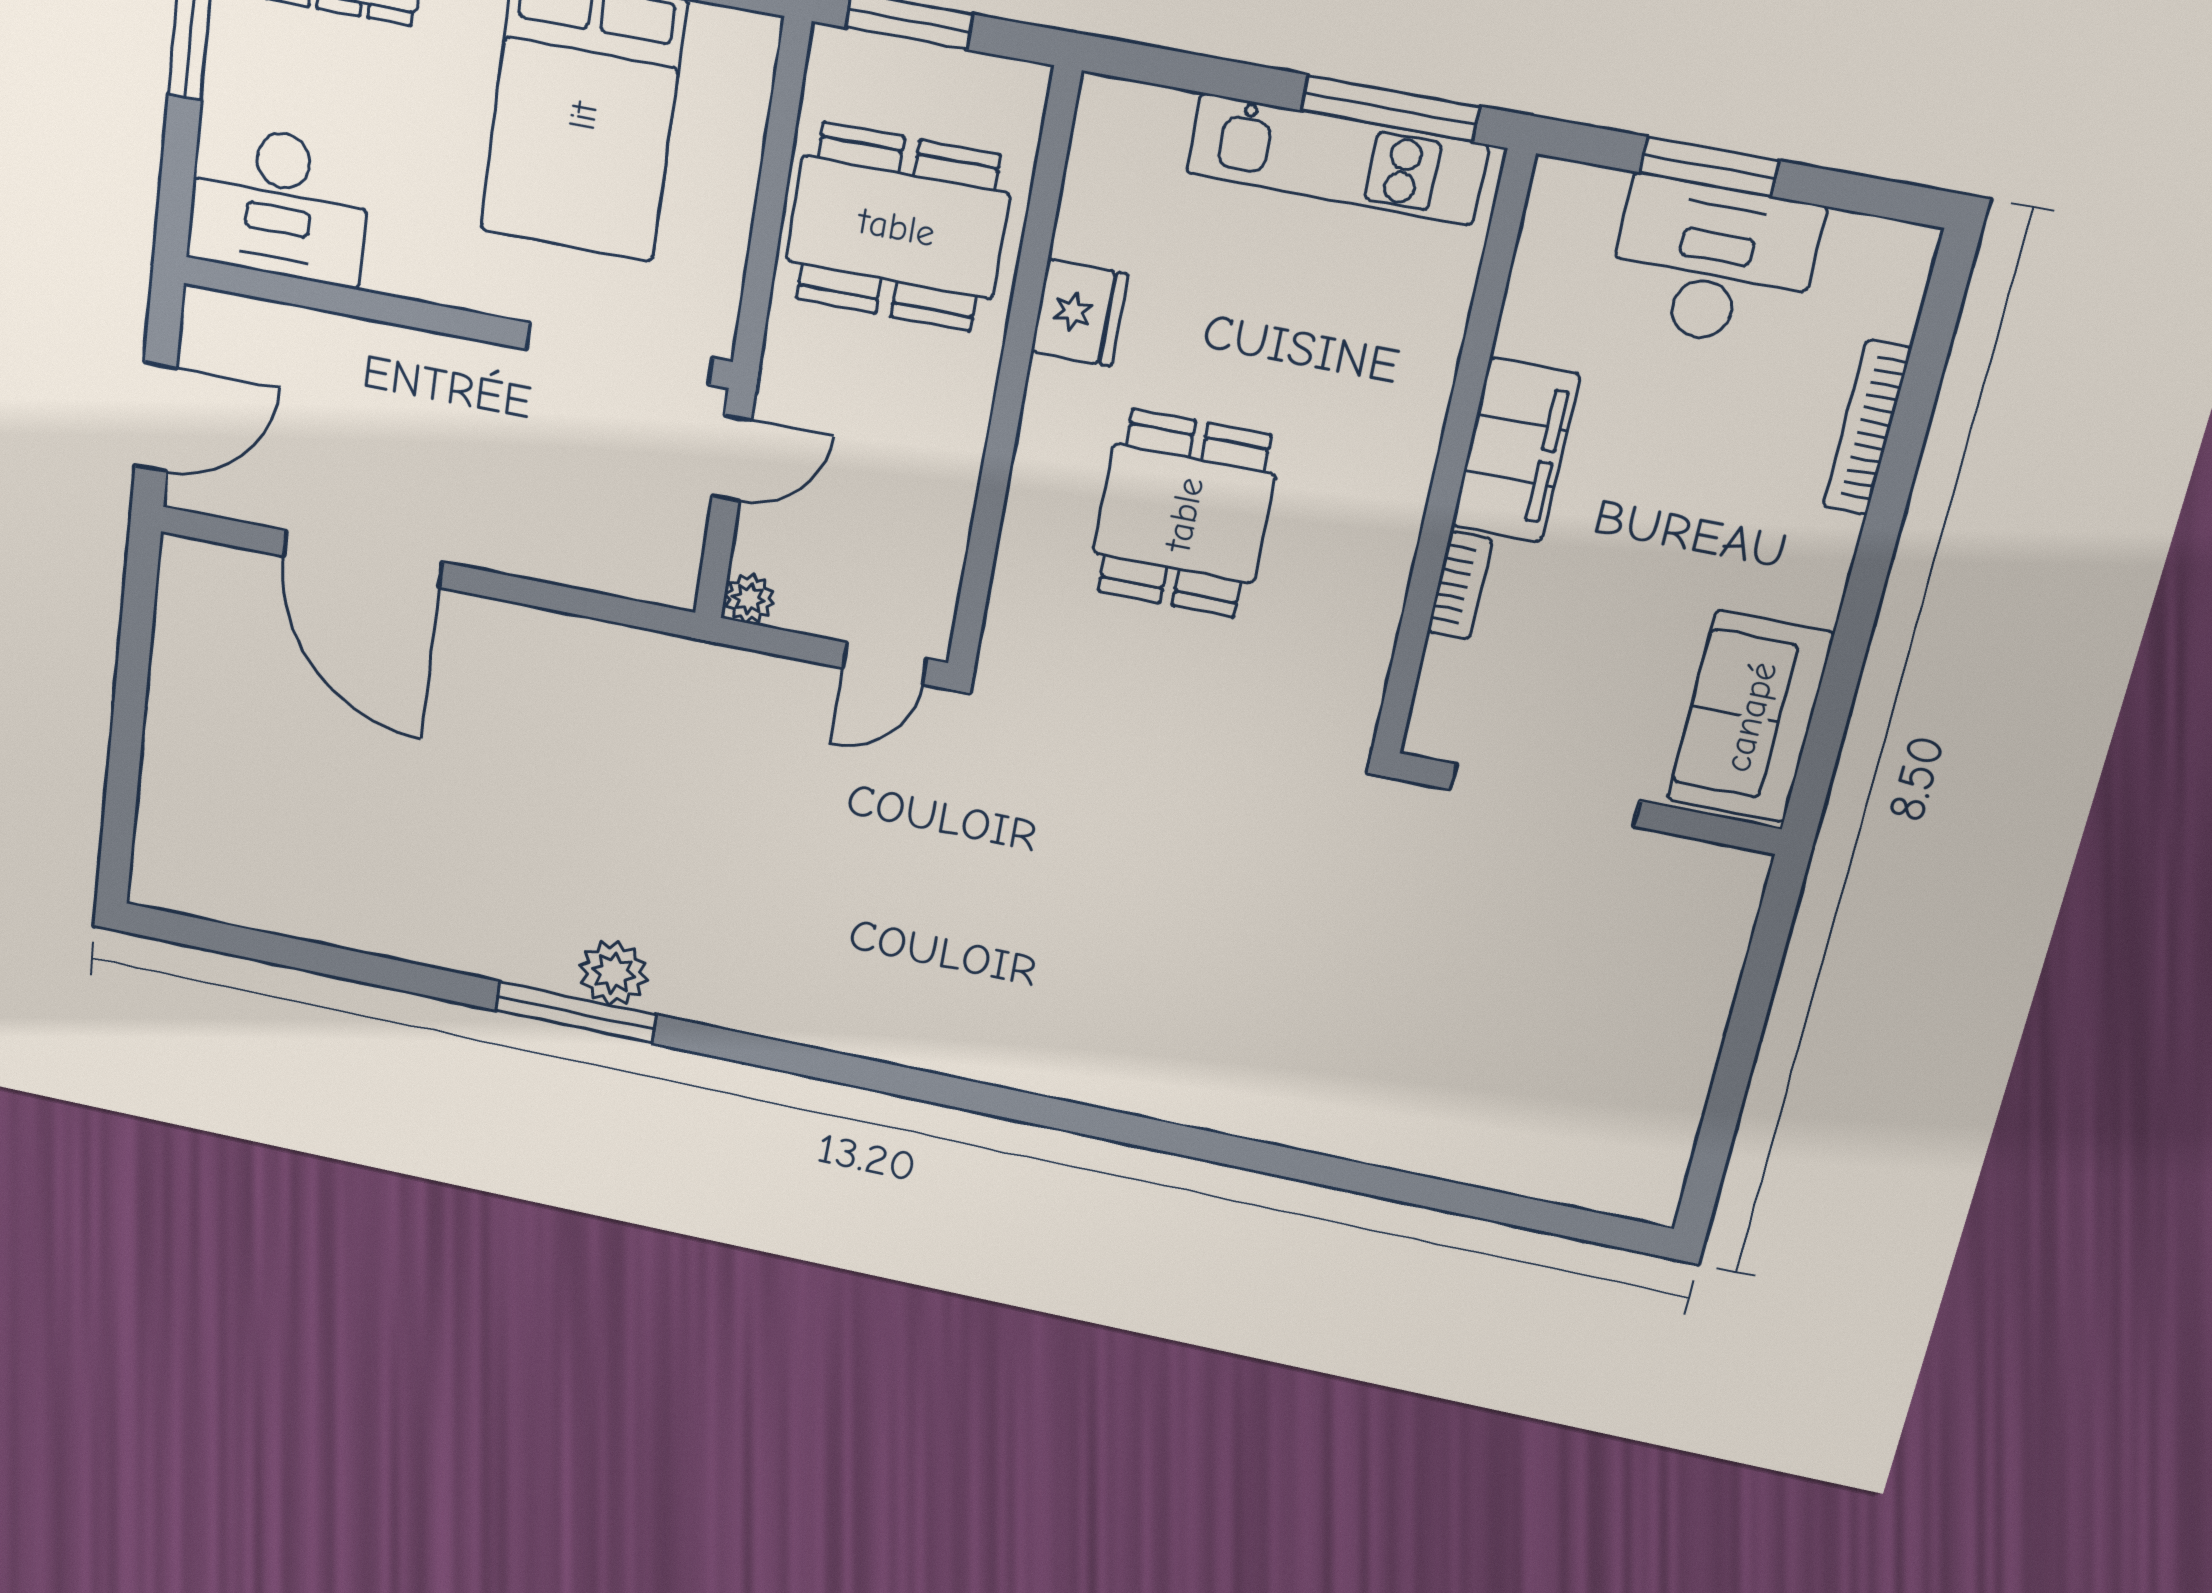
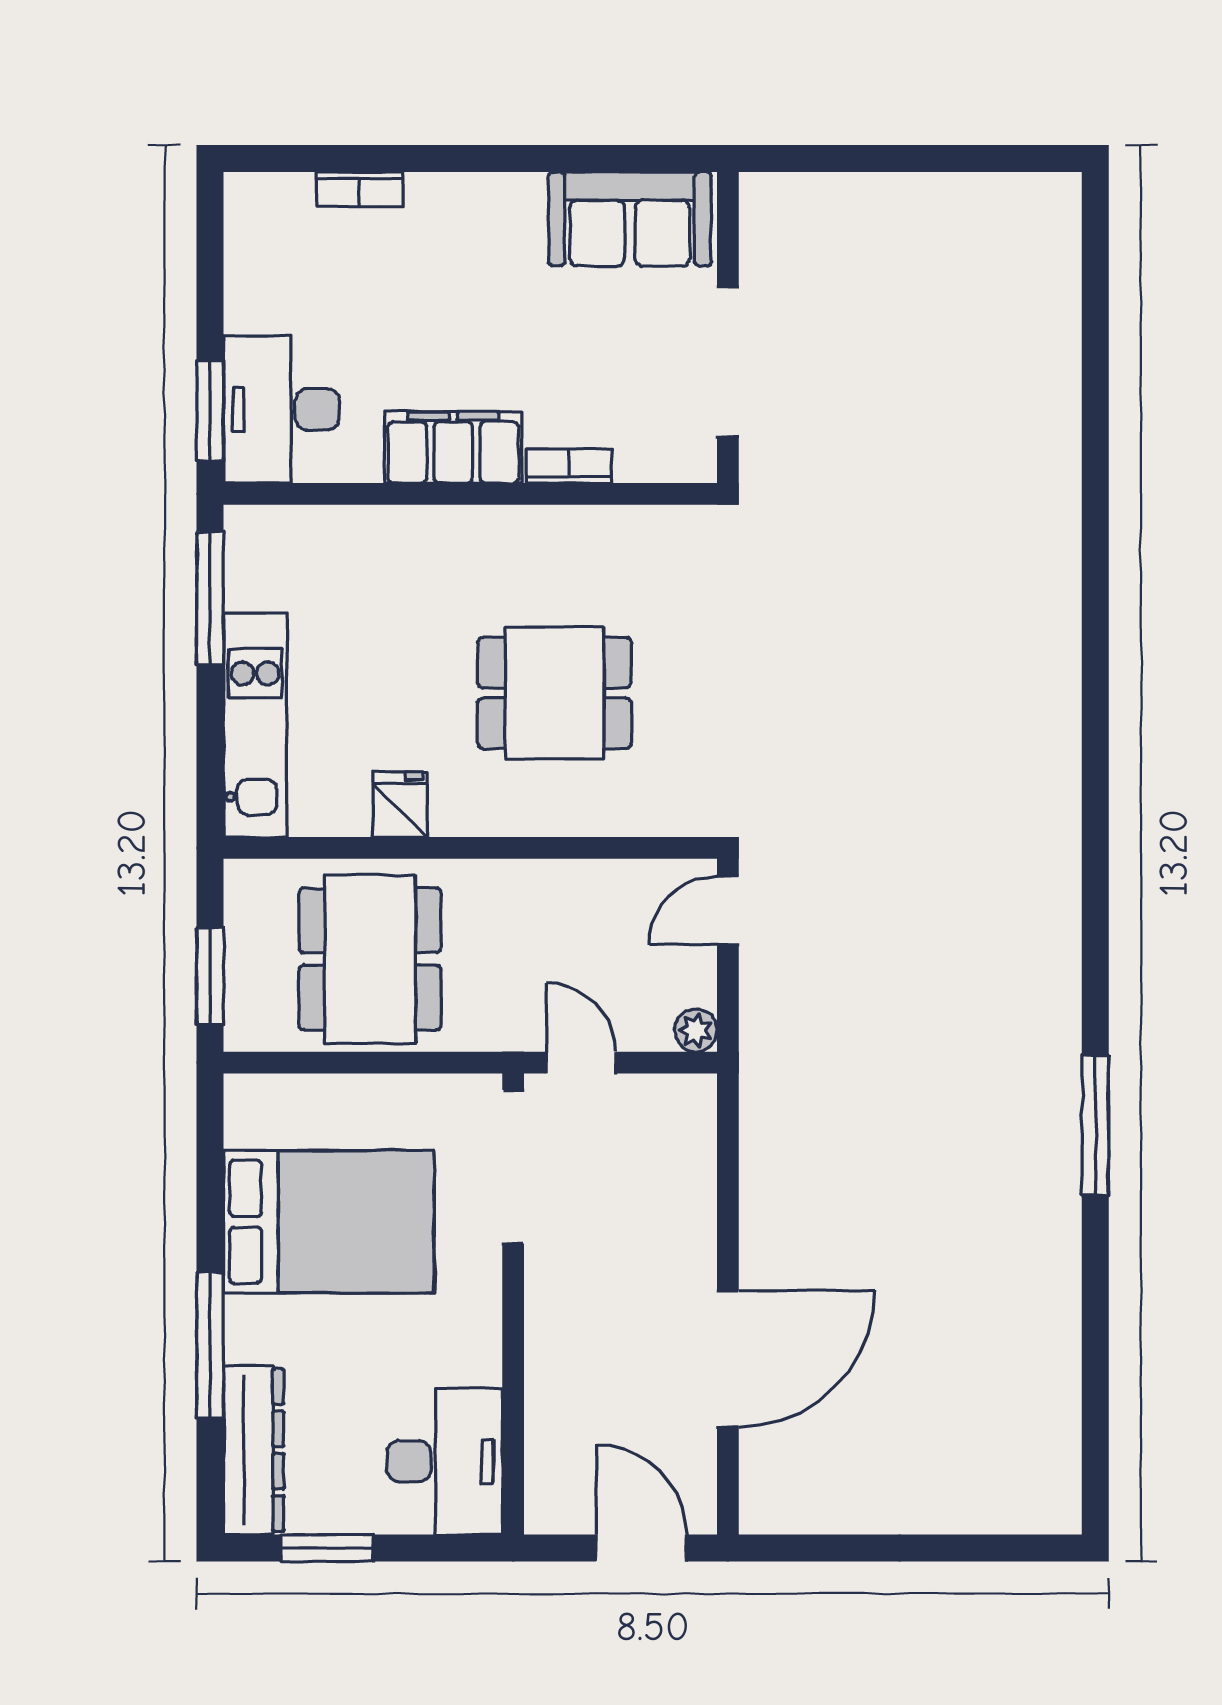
kitchen unit: (1337, 159) -> (255, 725), moved
window: (1709, 167) -> (210, 411), moved
desk: (1713, 263) -> (281, 409), moved
fridge: (1079, 313) -> (400, 805), width x0.72
bookcase: (1867, 427) -> (360, 189), width x0.64
door: (885, 663) -> (728, 910), swing flipped
plant: (613, 973) -> (1051, 1097), removed

